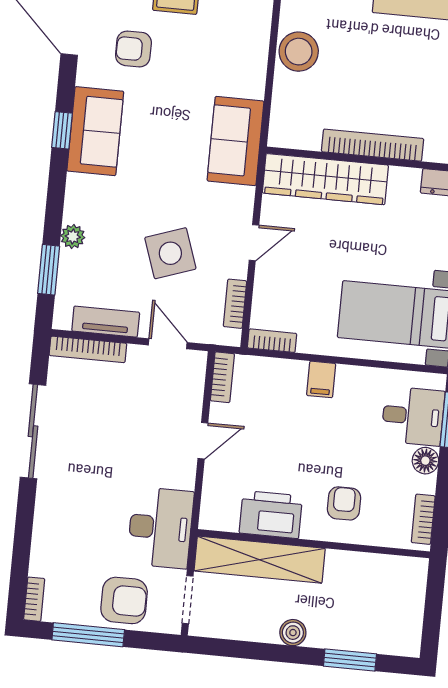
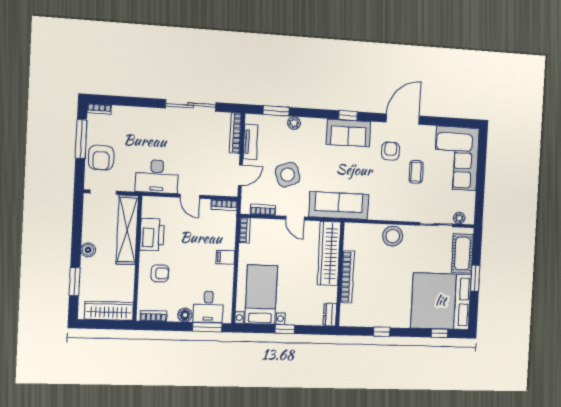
sofa: (236, 141) -> (339, 206), width x1.36
desk: (160, 528) -> (157, 176), moved
wardrobe: (408, 601) -> (109, 311), added

